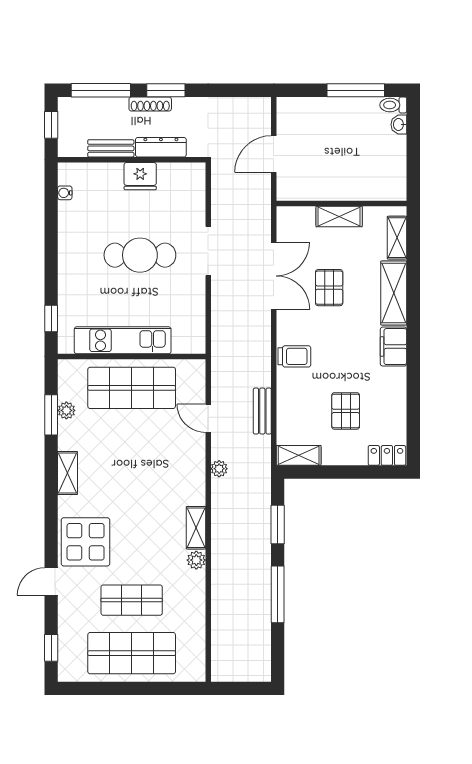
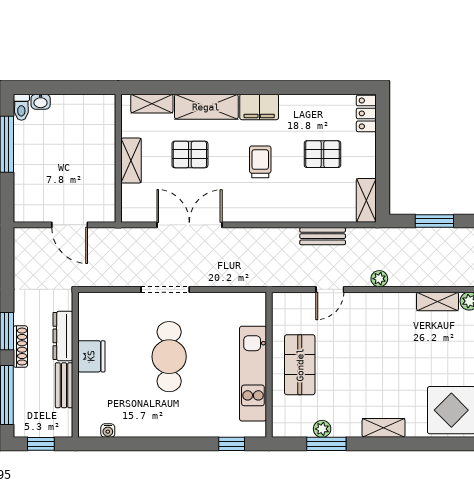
pallet: (329, 288) -> (190, 154), moved
trolley: (294, 356) -> (260, 162), moved
shop shelf: (132, 388) -> (300, 365), width x0.70, depth x0.74

